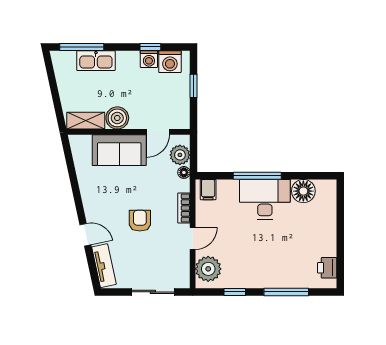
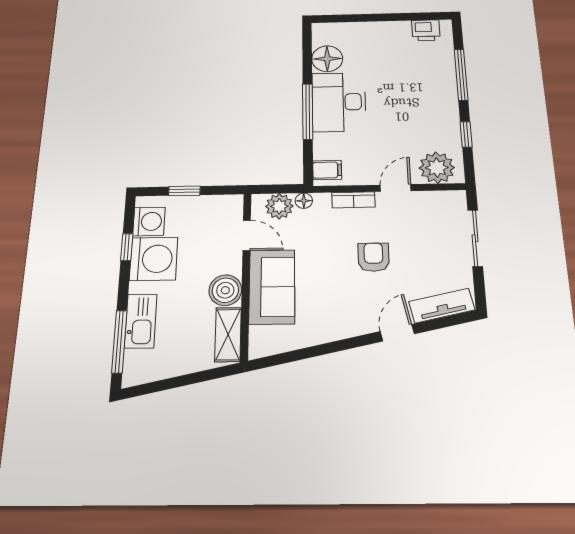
washing machine: (149, 59) -> (154, 259), width x1.89, depth x1.89
armchair: (140, 221) -> (373, 257), turned 90
door: (193, 238) -> (396, 188), hinge flipped

